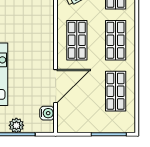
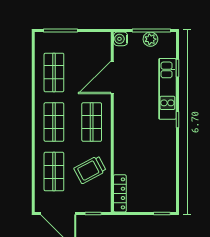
water cooler: (47, 113) -> (121, 39), moved

